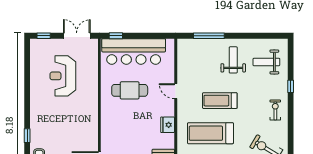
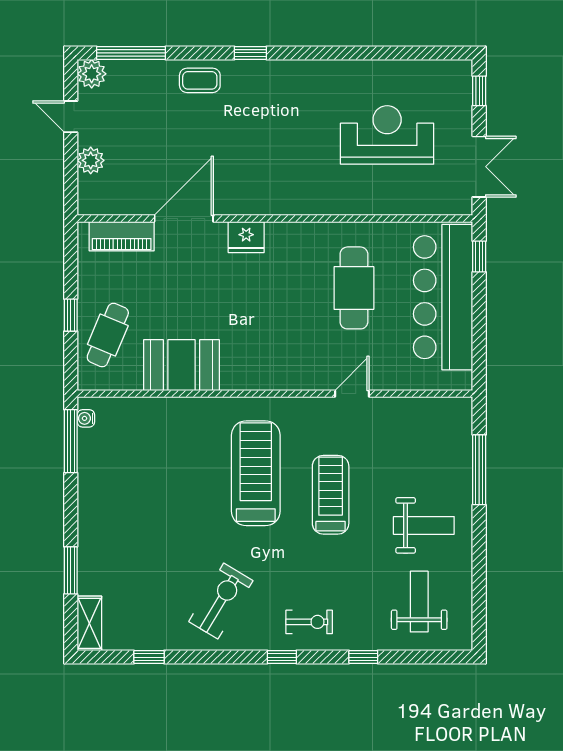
window: (291, 122) -> (282, 657), added
fridge: (168, 125) -> (246, 237), moved, turned 180

